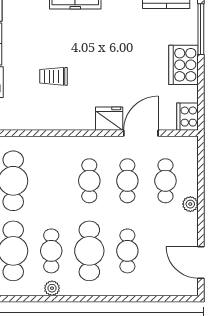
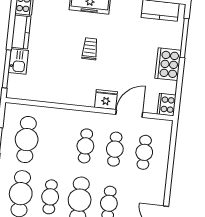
trolley: (53, 76) -> (90, 49), moved, turned 90
plant: (190, 204) -> (161, 172), removed

